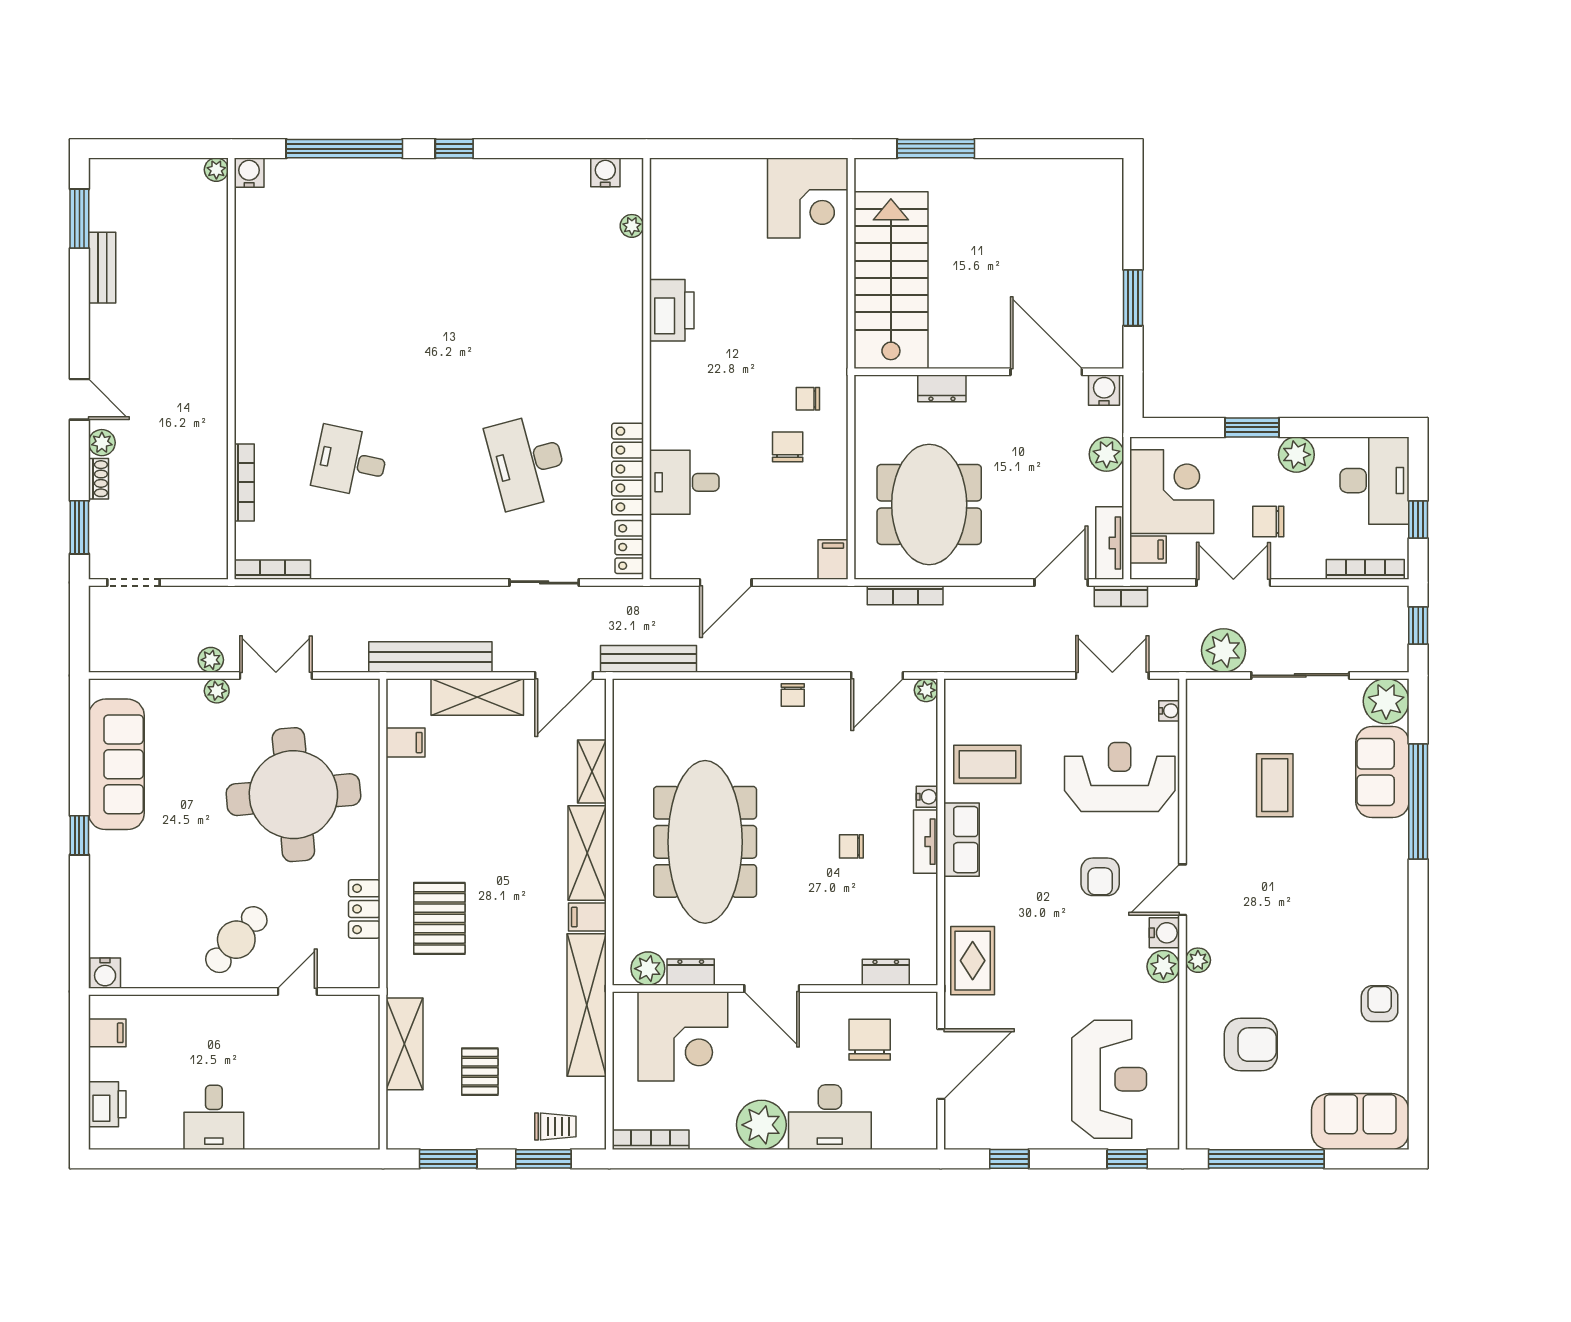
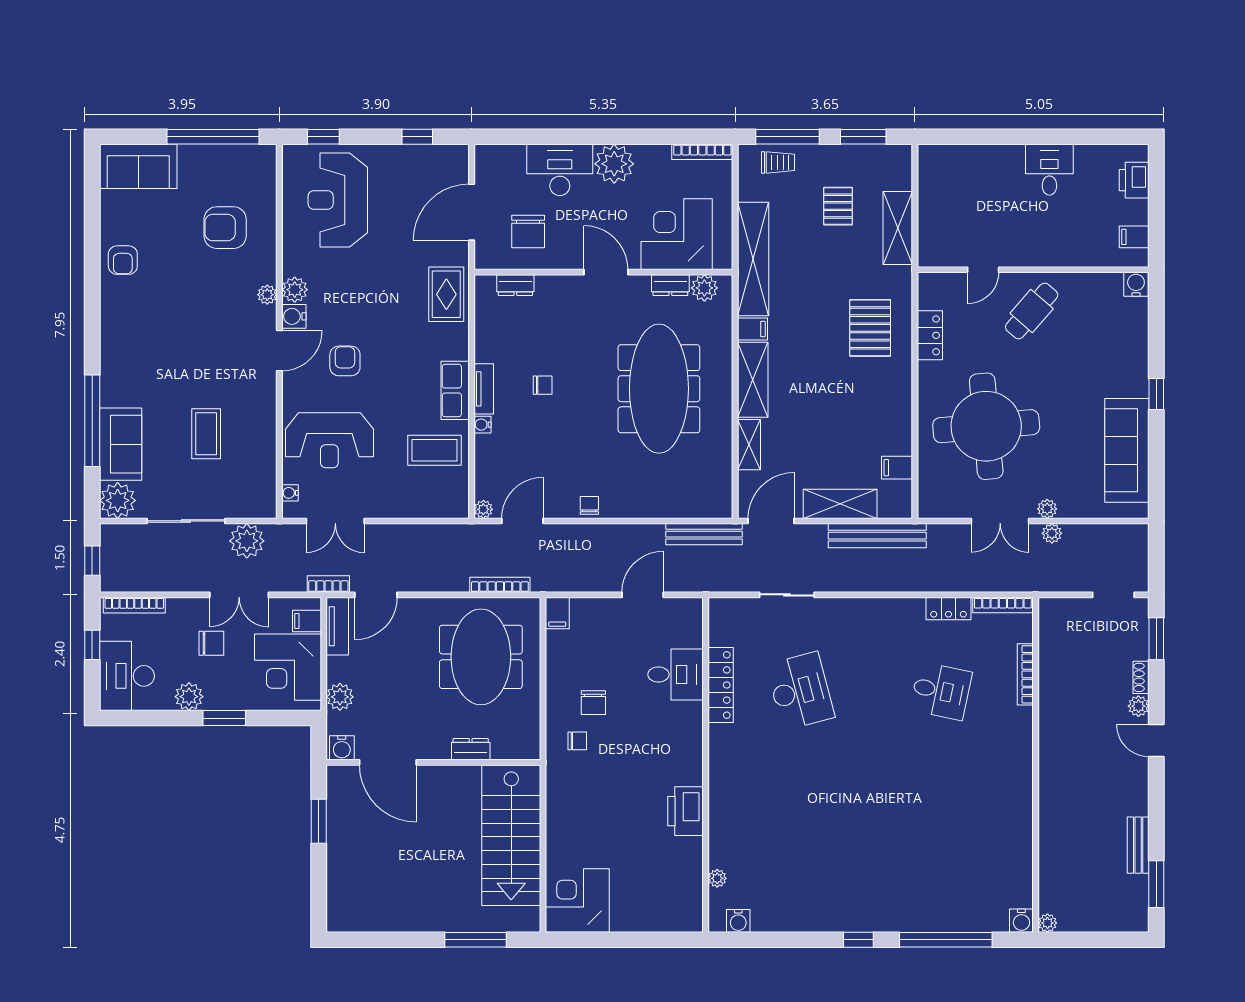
locker: (629, 547) -> (949, 609), moved, turned 90
trolley: (555, 1126) -> (778, 162), turned 180
window: (543, 1159) -> (787, 137), width x1.44

